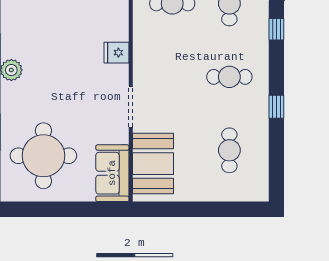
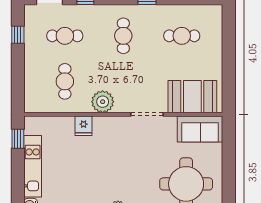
plant: (147, 51) -> (103, 102), added
fridge: (116, 53) -> (84, 126), moved

